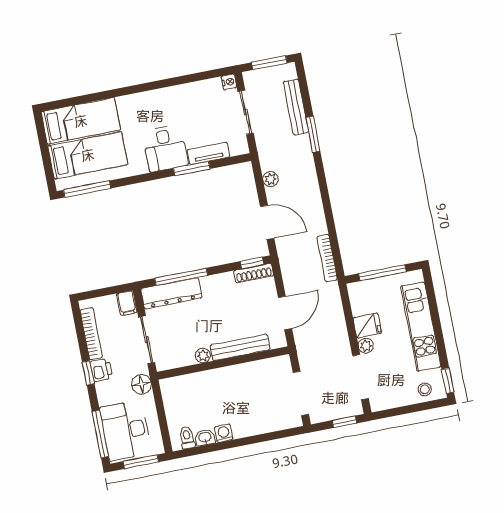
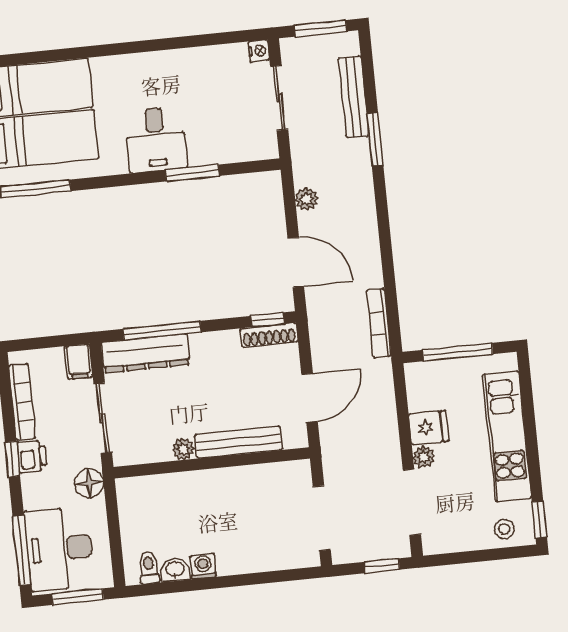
tv unit: (208, 153) -> (219, 153), removed

